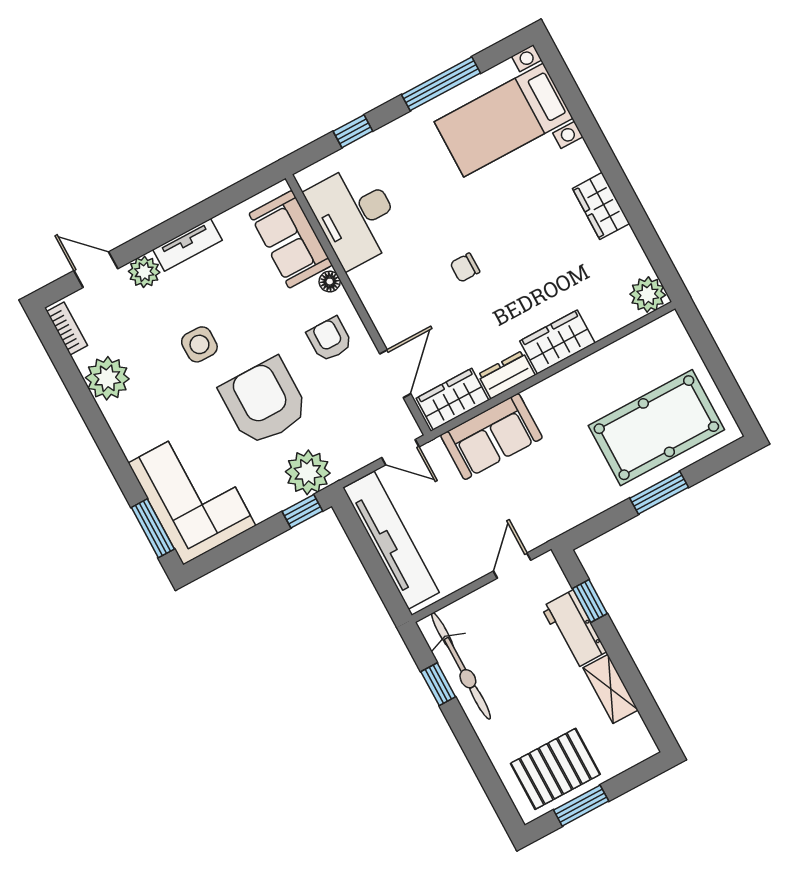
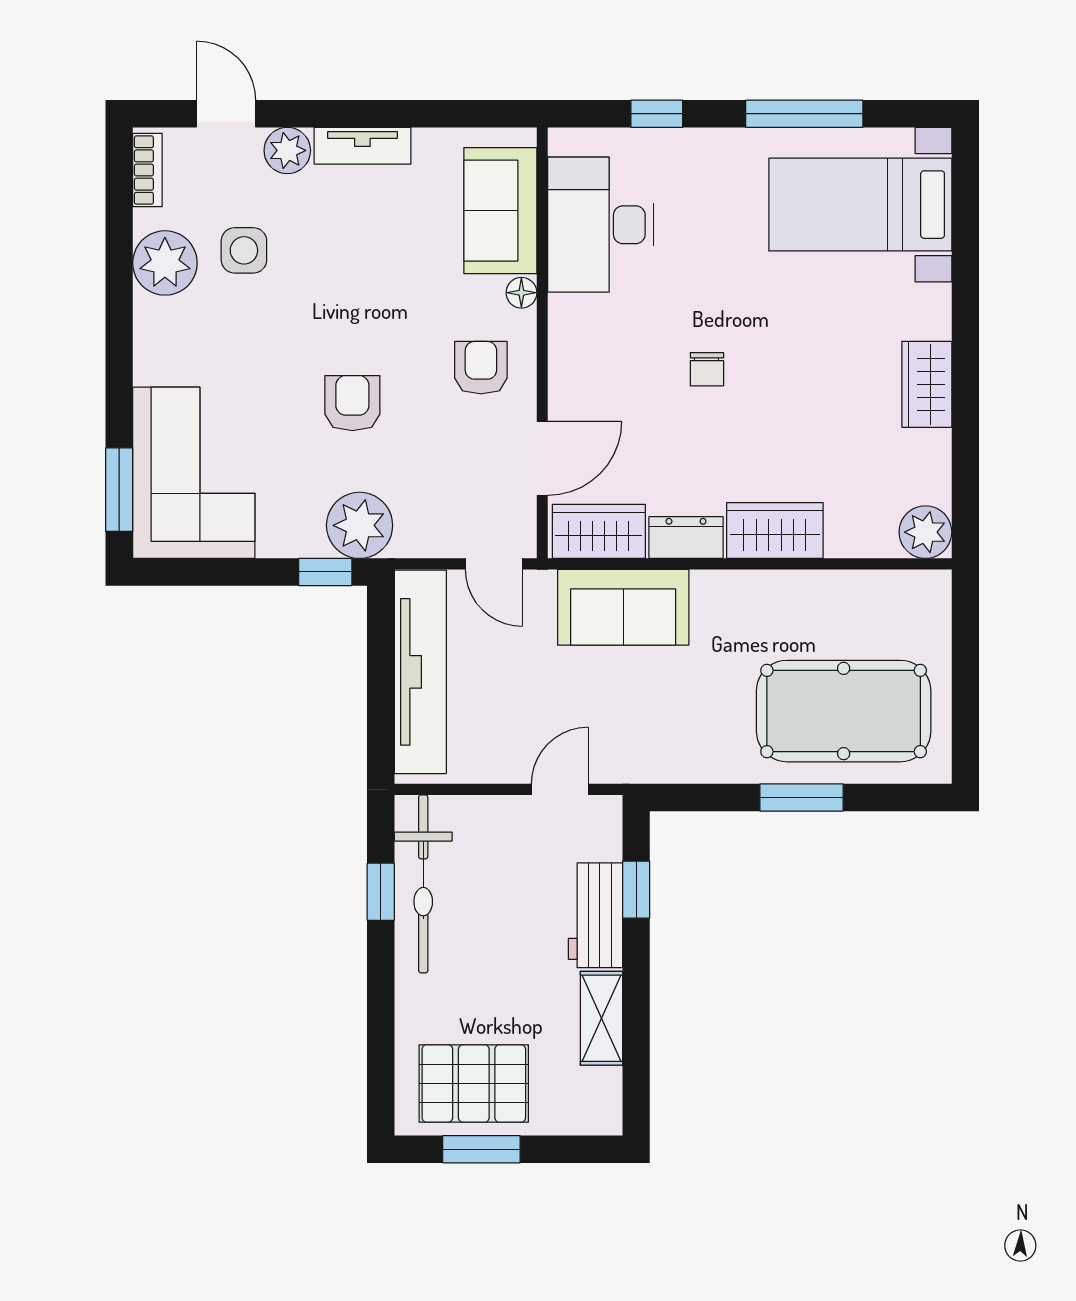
chair: (465, 268) -> (707, 369), turned -90
side table: (199, 344) -> (244, 250), moved
armchair: (264, 402) -> (352, 403), width x0.53, depth x0.53

